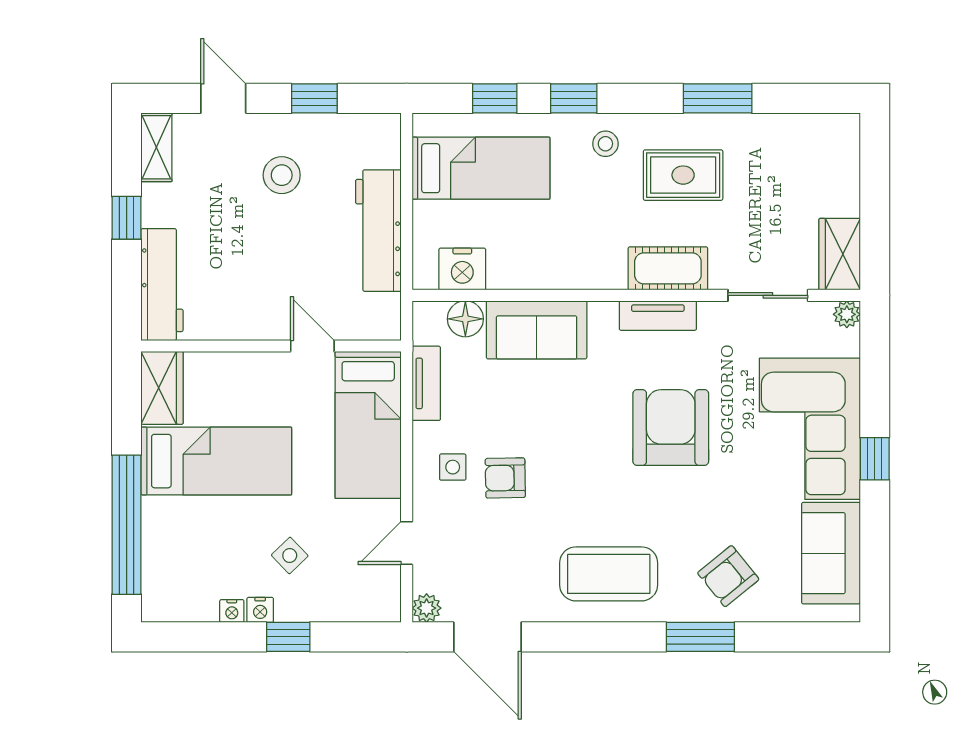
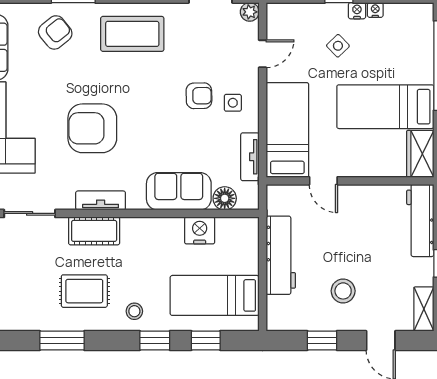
nightstand: (462, 269) -> (200, 230), moved
armchair: (671, 428) -> (92, 128), turned 90

